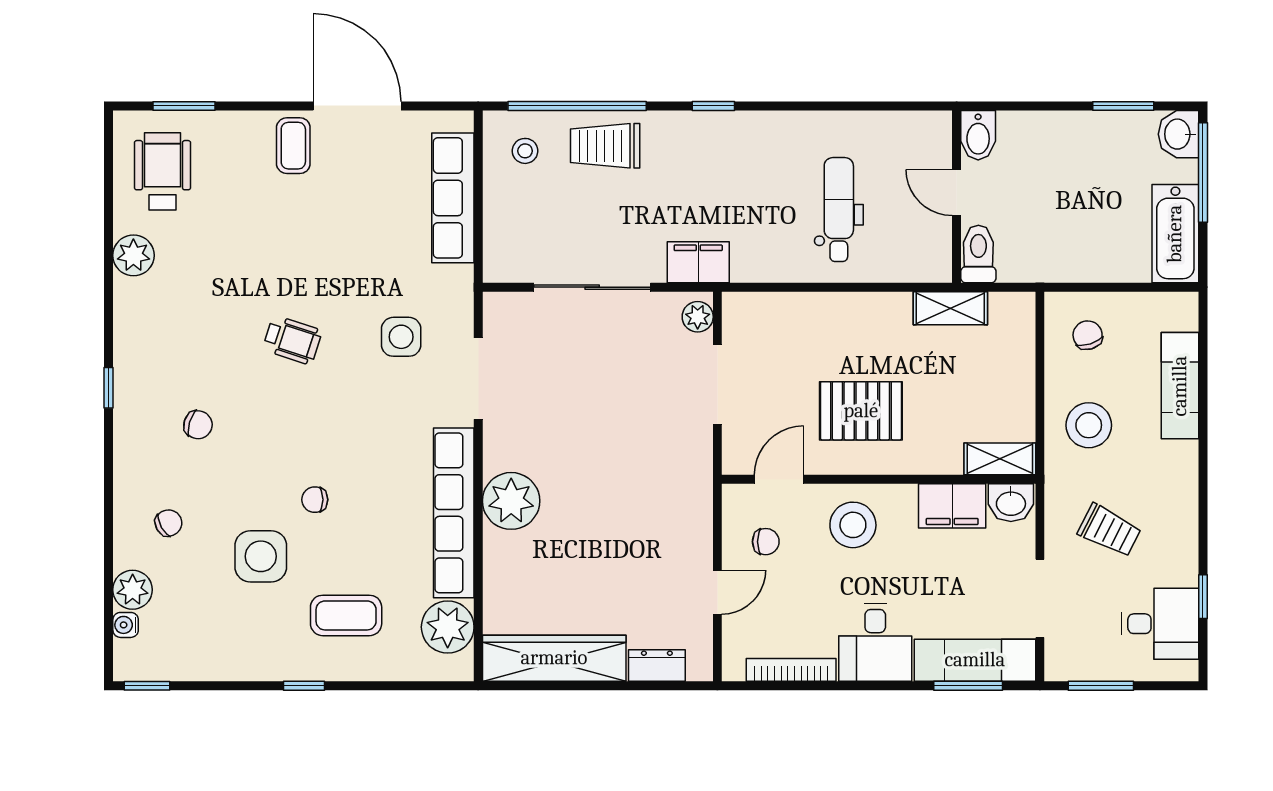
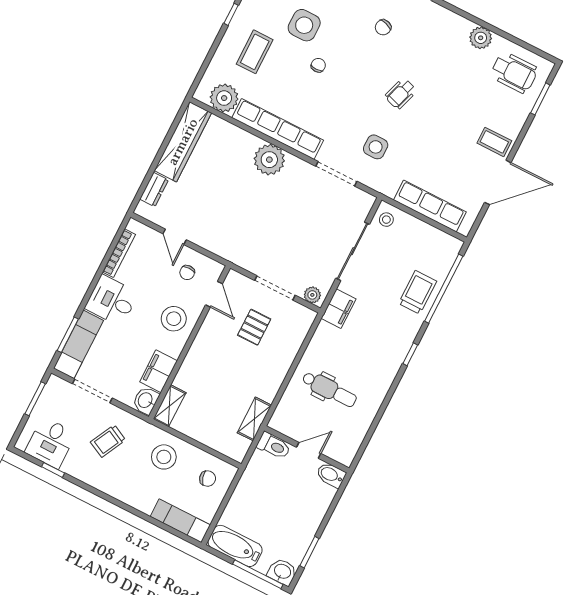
stool: (525, 151) -> (386, 220), moved
exam couch: (1180, 386) -> (180, 521), moved
pallet: (861, 411) -> (254, 327), moved, width x0.67, depth x0.71

